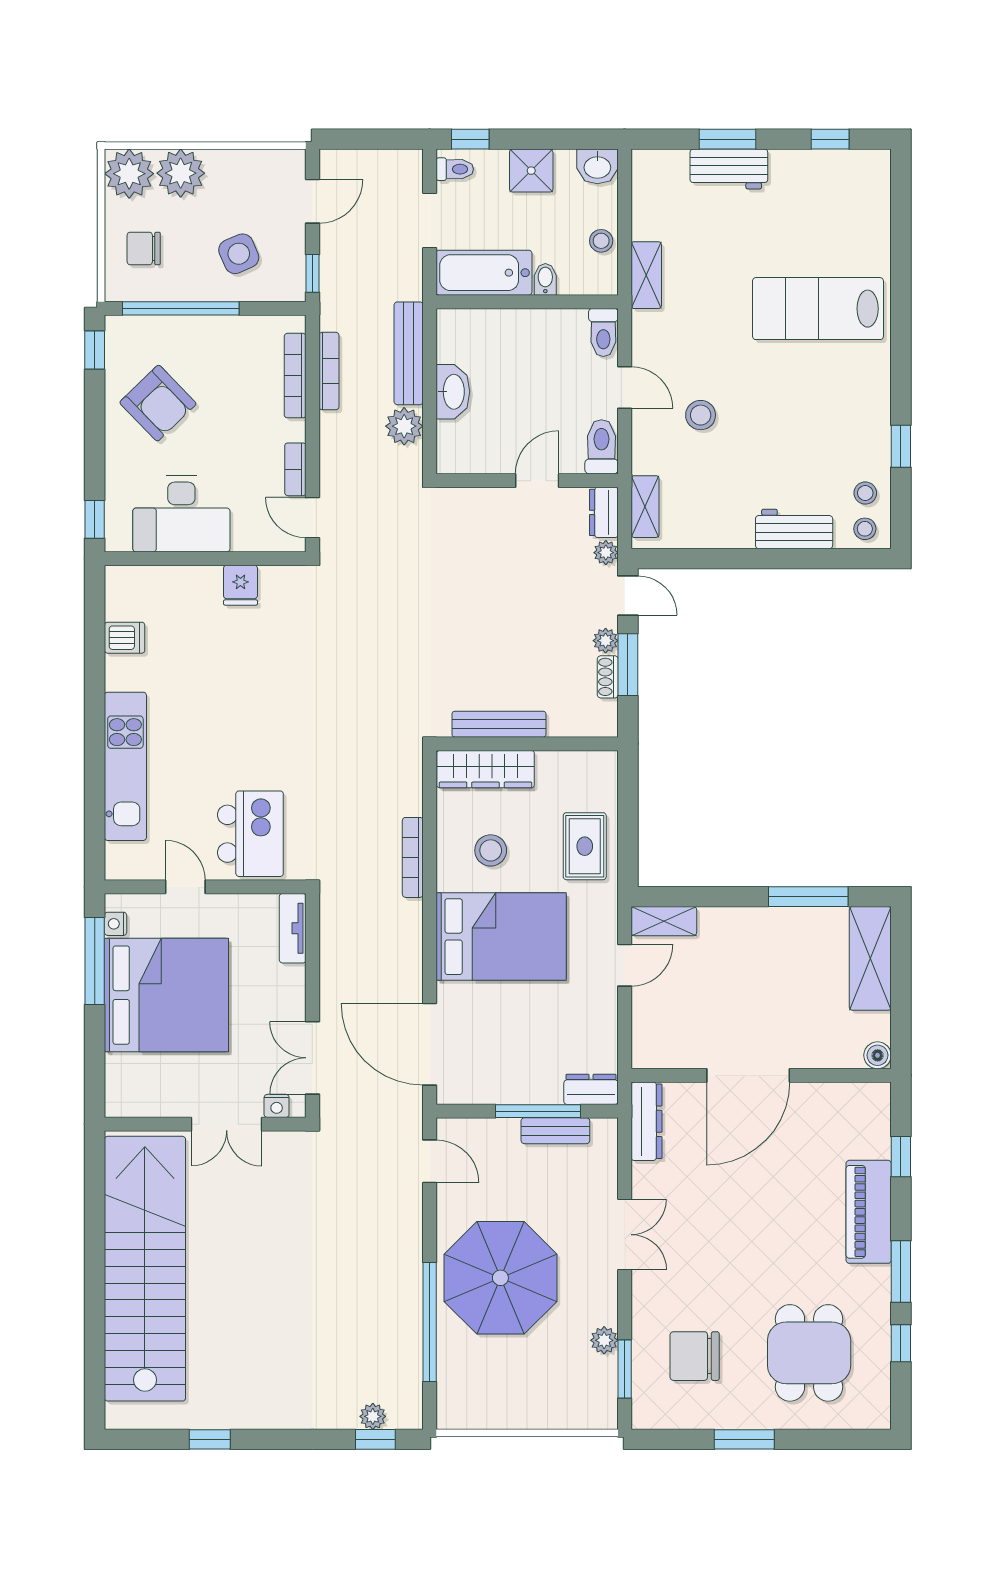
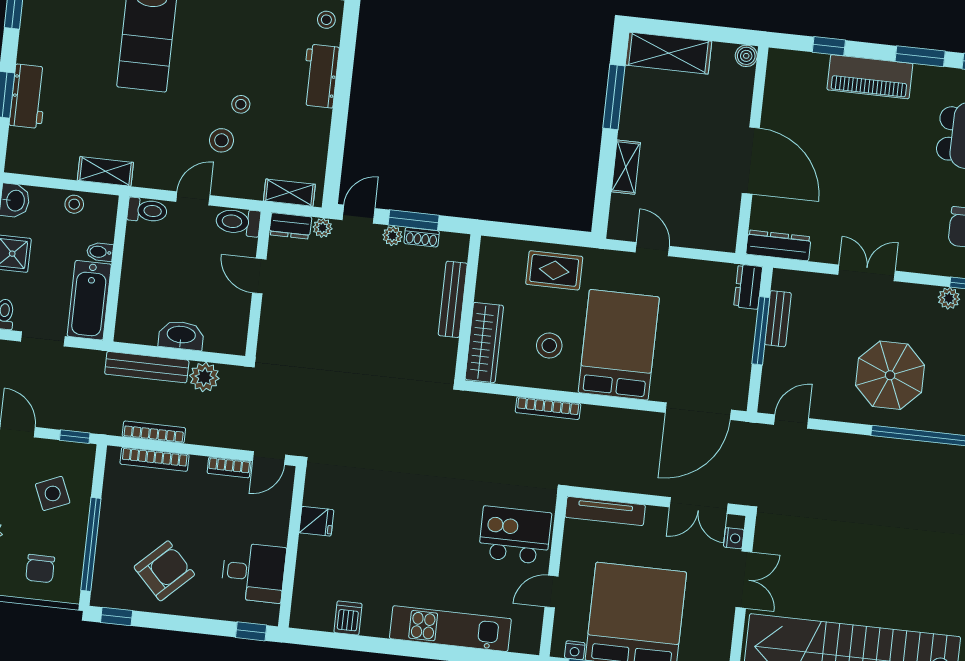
stool: (865, 493) -> (241, 104), moved
desk: (181, 514) -> (253, 572), width x0.73
bench: (499, 724) -> (453, 299), moved
shelving: (664, 921) -> (626, 167), moved
tv unit: (293, 928) -> (605, 511), width x1.41
parasol: (500, 1278) -> (890, 375), width x0.73, depth x0.73

